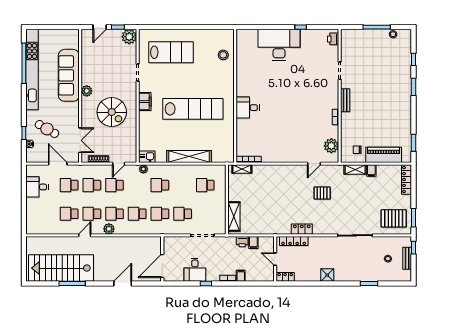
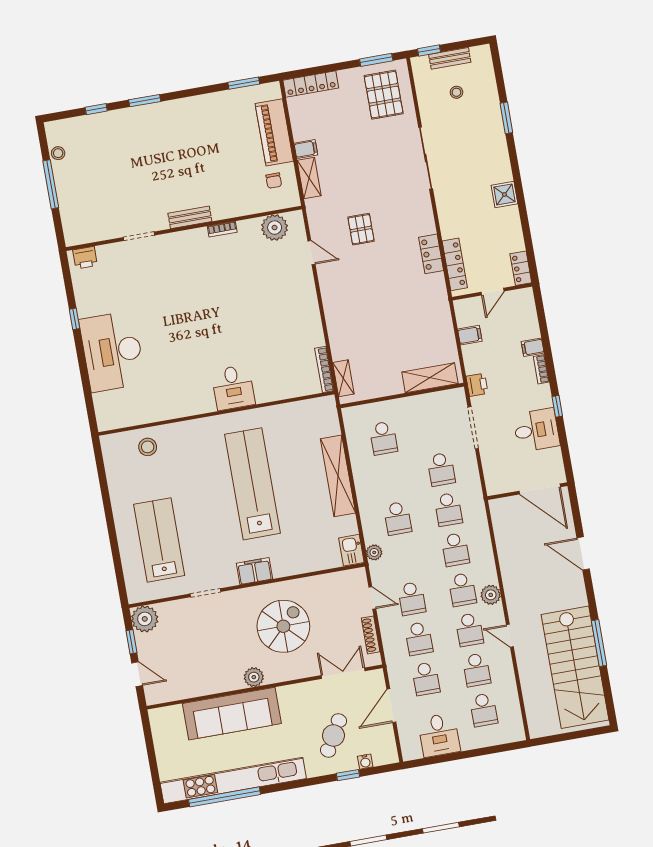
school desk: (46, 214) -> (484, 710), added
printer: (242, 242) -> (477, 385), moved

